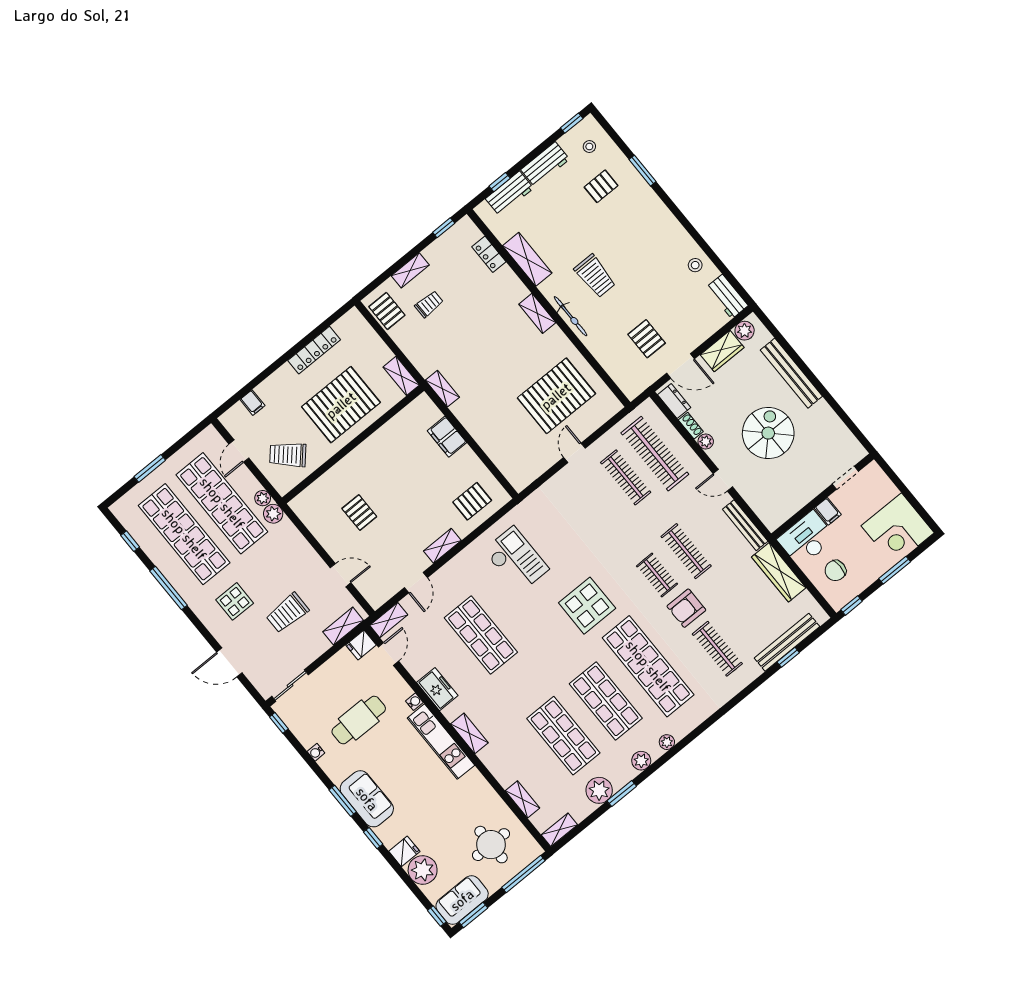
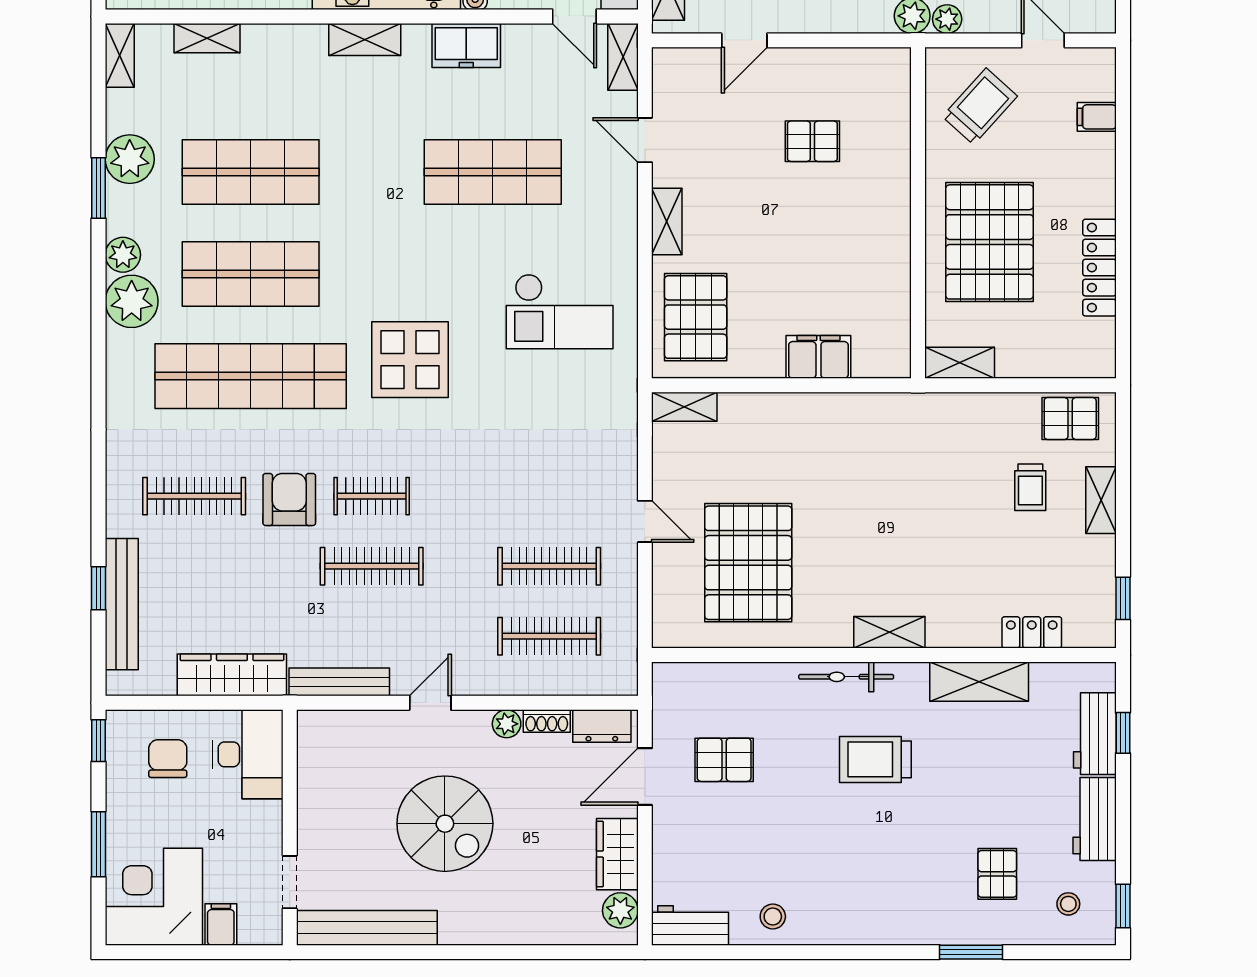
bench: (791, 373) -> (367, 928), moved
shelving: (442, 389) -> (684, 407), moved
clothes rail: (655, 454) -> (549, 636), width x0.73, depth x0.76
pallet: (472, 501) -> (696, 317), width x1.50, depth x1.42
filing cabinet: (828, 511) -> (221, 924), moved, turned 90
plant: (667, 742) -> (132, 301), width x1.87, depth x1.87

